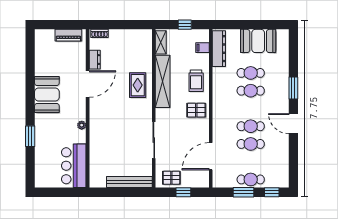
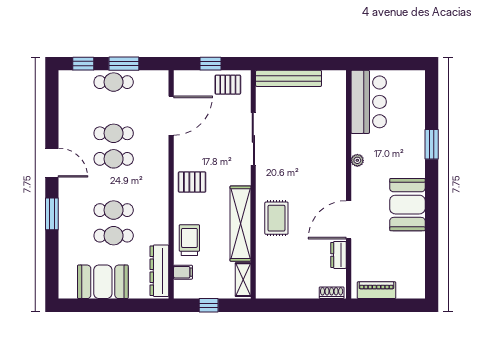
trolley: (196, 81) -> (189, 240), moved

